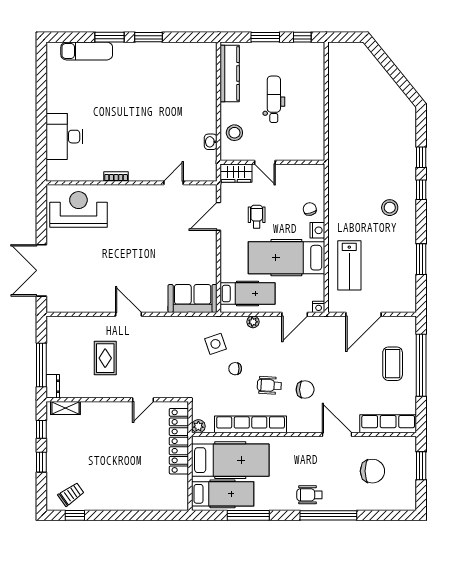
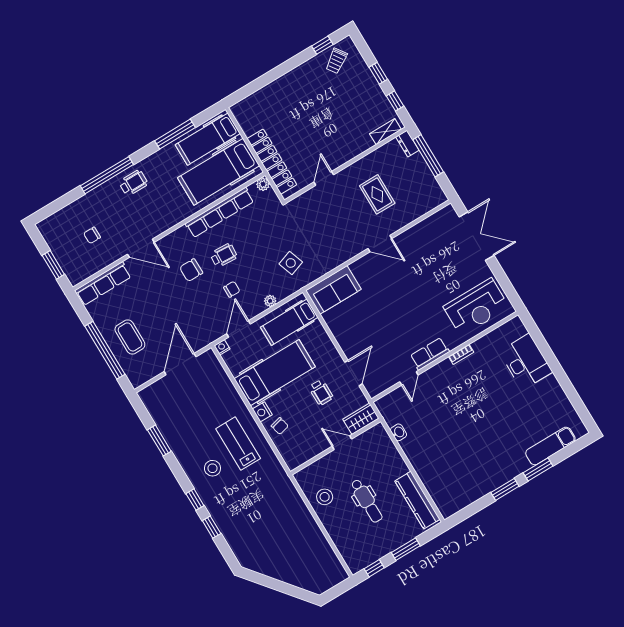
stool: (234, 133) -> (325, 497), moved
row of seats: (143, 193) -> (430, 354), added
lab bench: (349, 265) -> (238, 444), moved
chair: (235, 369) -> (232, 289), moved
chair: (372, 471) -> (92, 235), width x0.54, depth x0.54

